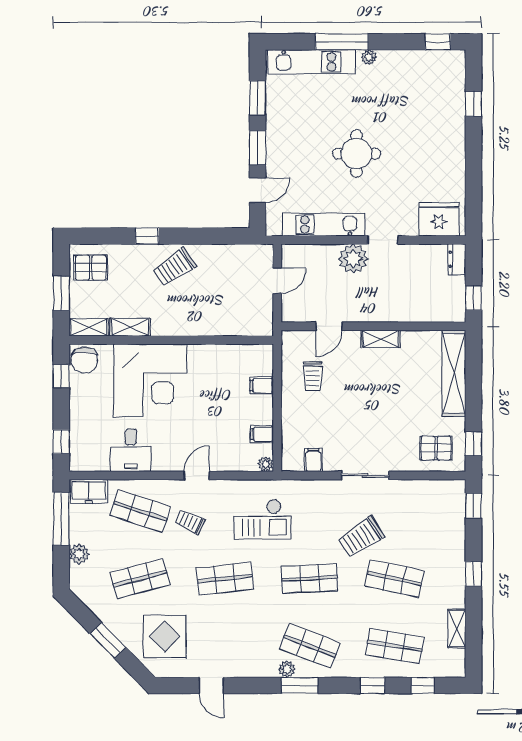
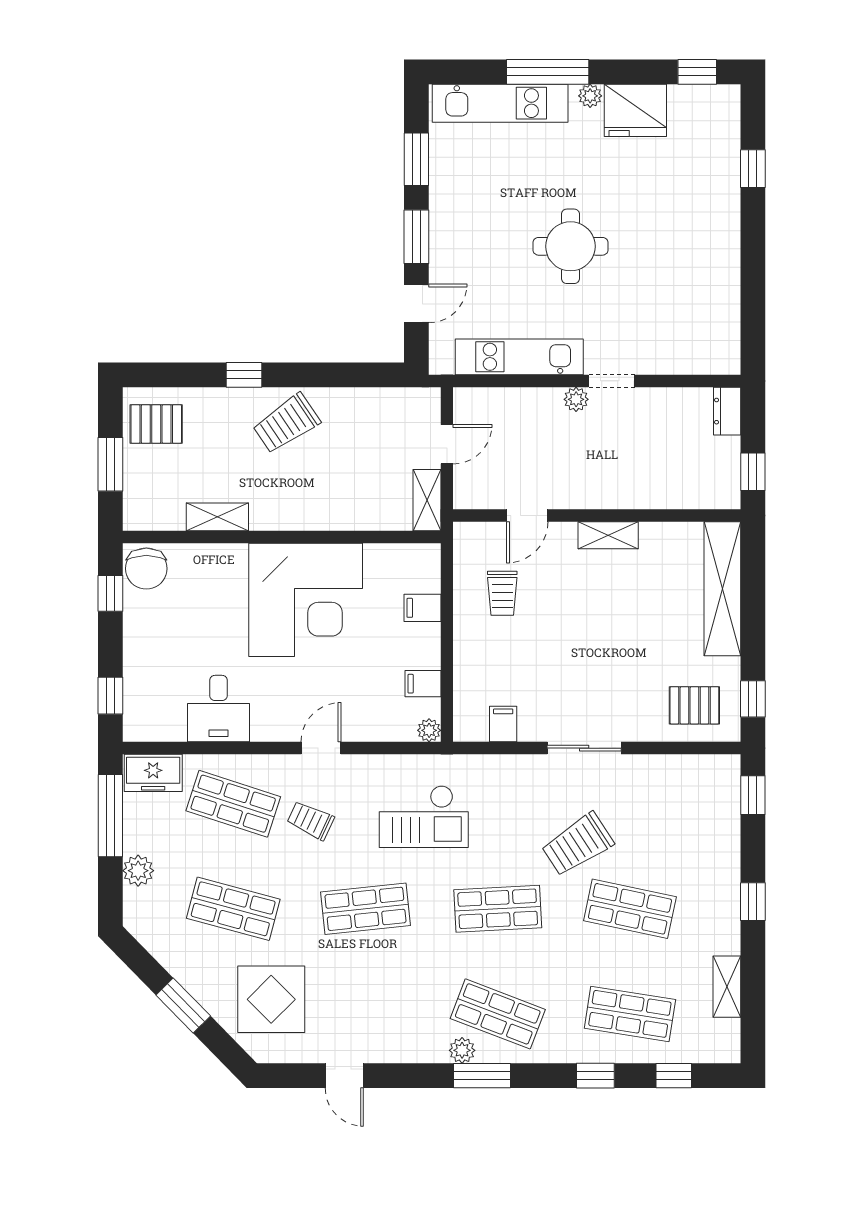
fridge: (439, 219) -> (635, 110), moved, turned 180
plant: (353, 259) -> (576, 399), width x0.53, depth x0.53
shelving: (89, 327) -> (427, 500), moved, turned 90
corner desk: (150, 380) -> (306, 600), moved
shop shelf: (140, 578) -> (233, 909), turned 30

